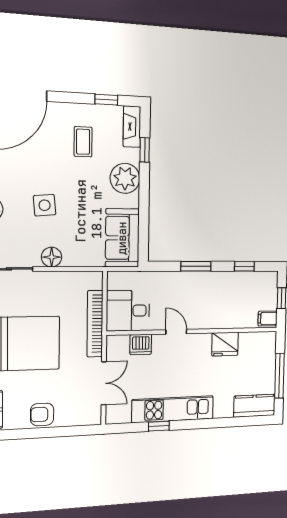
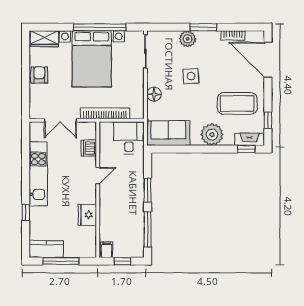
coffee table: (83, 142) -> (237, 103), width x1.86, depth x1.72
window: (145, 150) -> (246, 149), moved
floor lamp: (52, 257) -> (154, 94), moved
window: (244, 266) -> (148, 229), width x2.17
desk: (128, 311) -> (129, 138), moved
kitchen counter: (254, 406) -> (46, 249), moved, turned -90
window: (159, 426) -> (26, 212), moved

